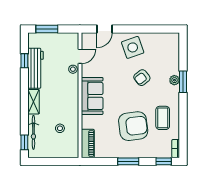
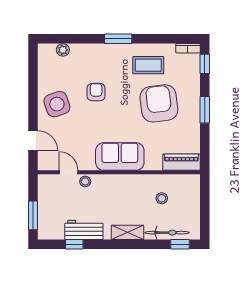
workbench: (36, 68) -> (84, 230), width x0.73
armchair: (142, 78) -> (96, 92), turned -143
plant: (174, 80) -> (63, 50), moved
window: (183, 82) -> (118, 39), moved

